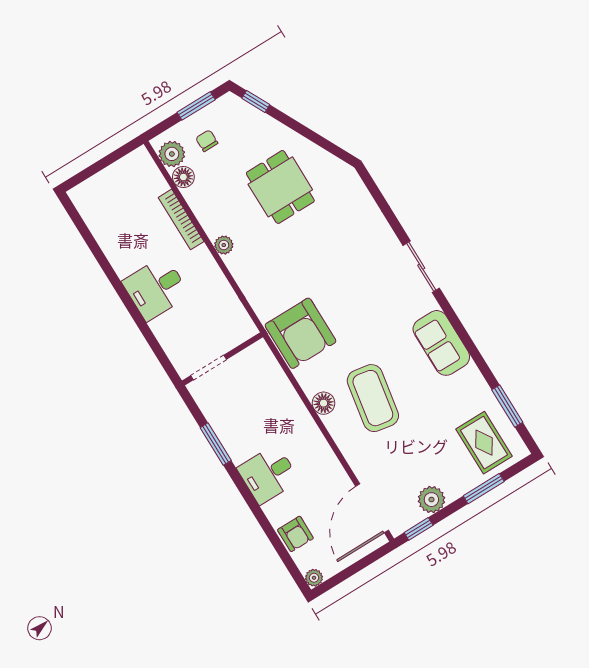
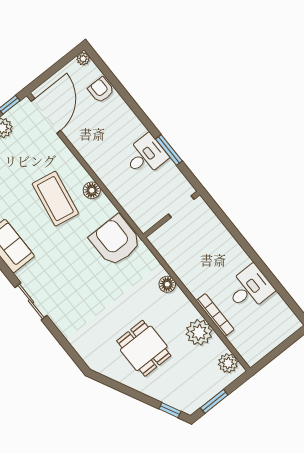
chair: (207, 141) -> (203, 376), removed
floor lamp: (183, 177) -> (167, 284), moved
plant: (224, 245) -> (199, 332), moved, width x1.88, depth x1.88
desk: (156, 288) -> (250, 289), moved
desk: (268, 474) -> (146, 156), moved

